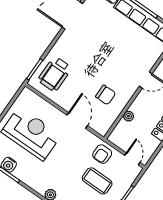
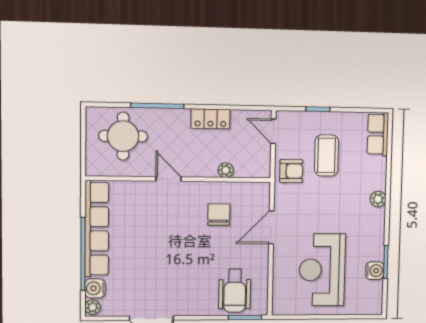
wheelchair: (55, 74) -> (235, 291), turned 90
door: (132, 159) -> (273, 131), hinge flipped

